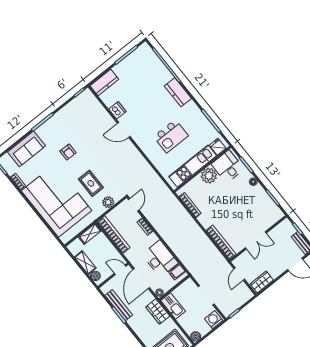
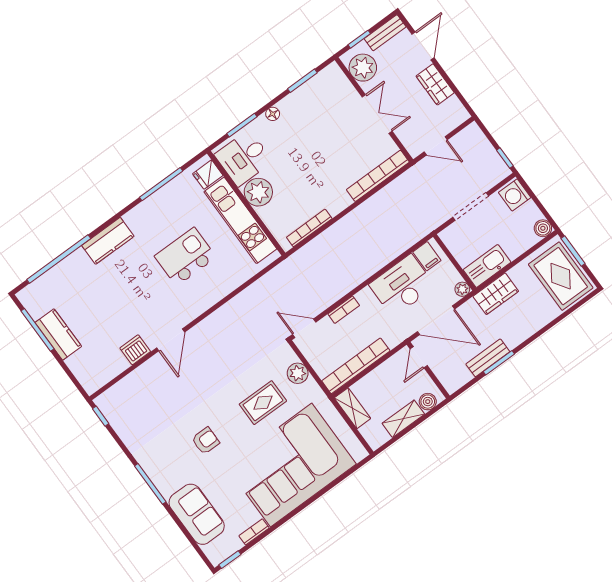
kitchen counter: (104, 82) -> (58, 334), moved
kitchen island: (171, 136) -> (185, 257), turned -90
plant: (282, 231) -> (363, 68), added
wardrobe: (262, 282) -> (435, 84), moved
bench: (119, 305) -> (488, 358), width x0.73

